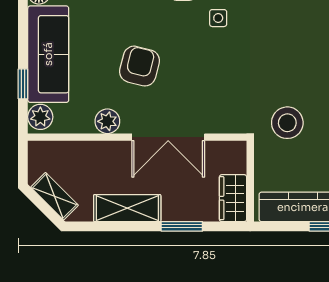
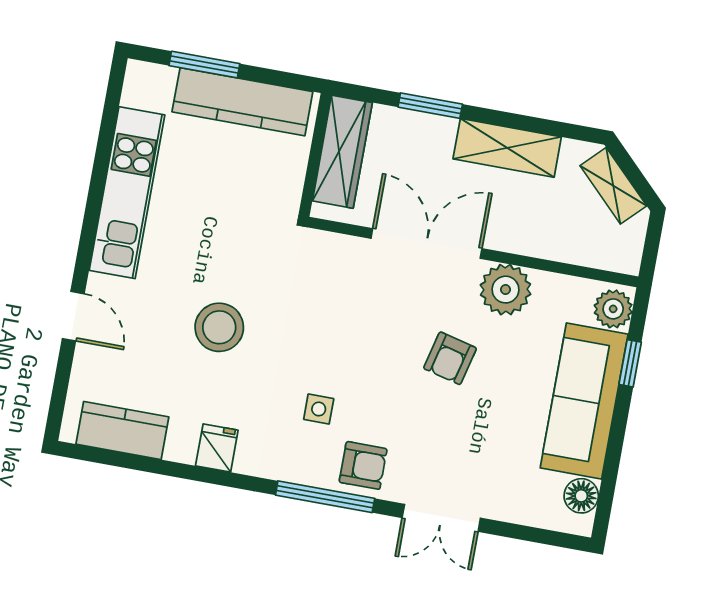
armchair: (140, 66) -> (450, 358), width x0.72, depth x0.72
plant: (107, 121) -> (506, 290), width x1.36, depth x1.36
stool: (287, 123) -> (219, 327), moved
wardrobe: (233, 198) -> (342, 152), width x1.50

